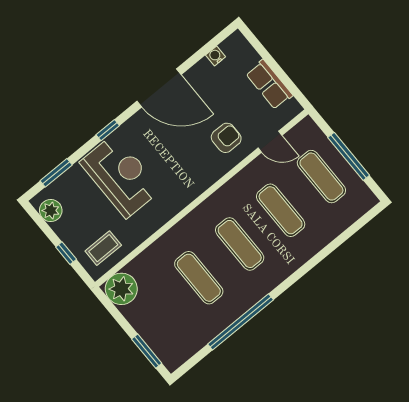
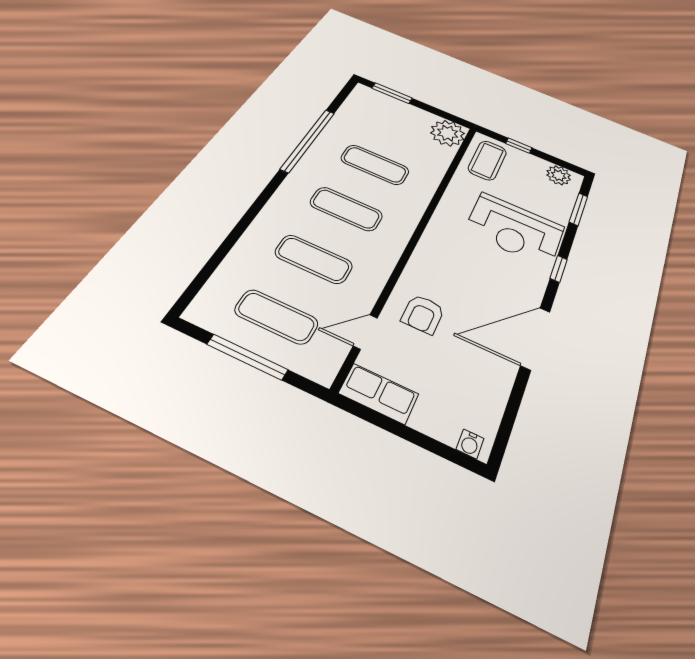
water cooler: (216, 56) -> (470, 444), moved, turned 90
row of seats: (269, 85) -> (379, 394), moved
coffee table: (103, 248) -> (487, 160), width x1.36, depth x1.30

